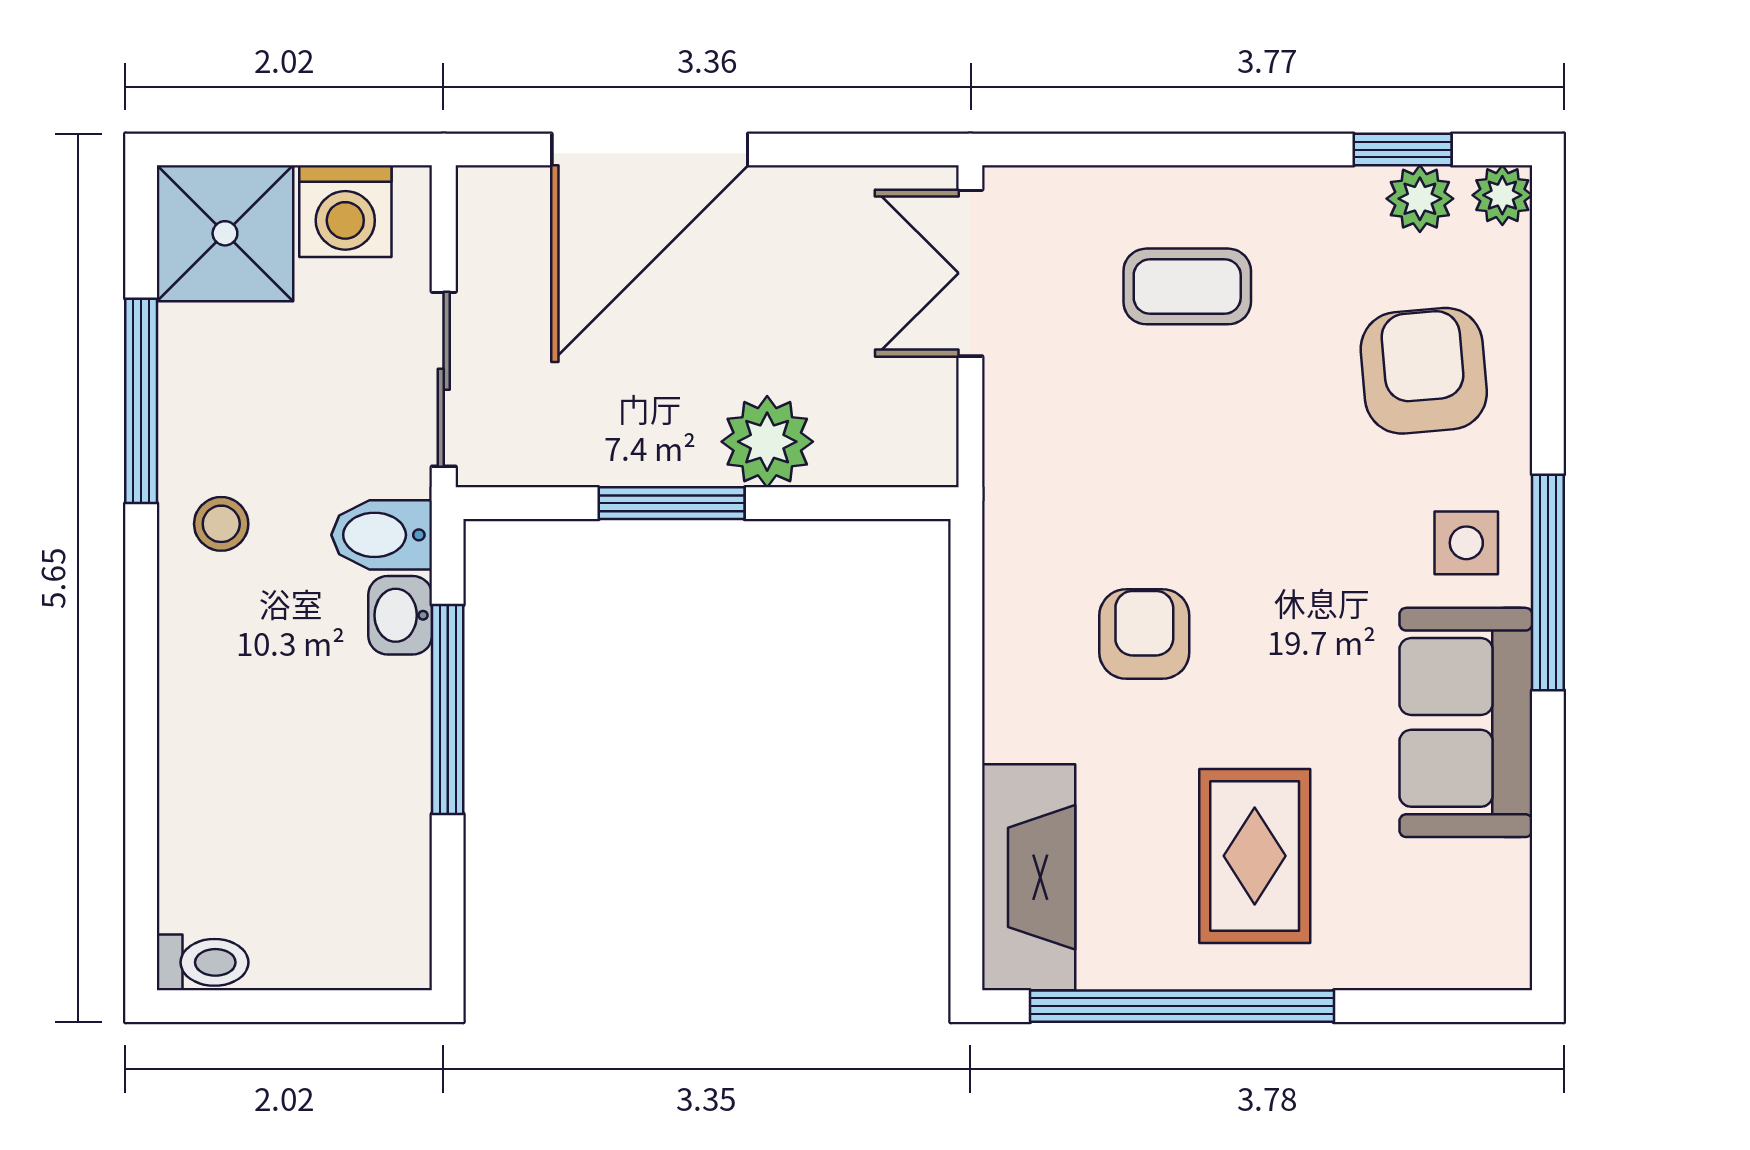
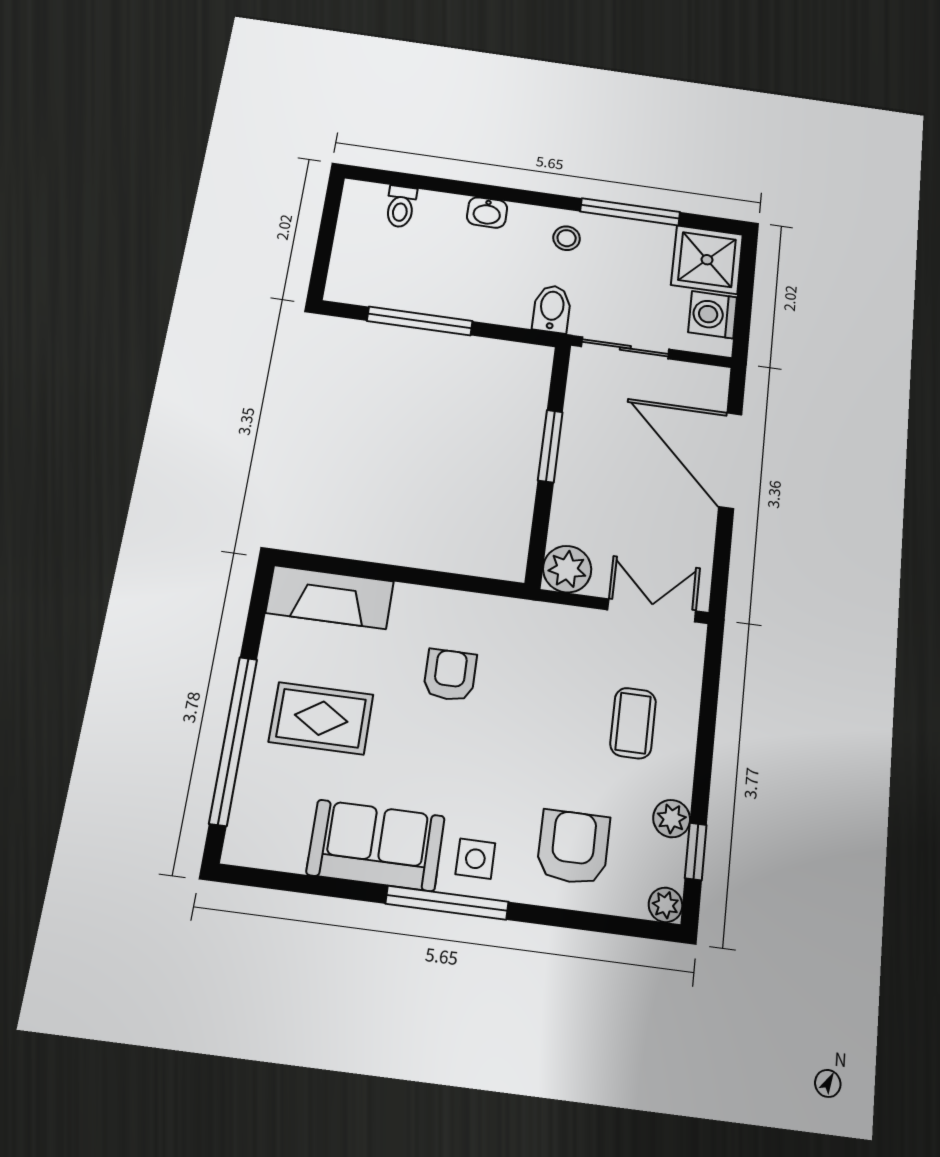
plant: (1420, 199) -> (672, 819), moved
armchair: (1424, 371) -> (573, 847), turned -85
plant: (767, 442) -> (567, 569), moved
washbasin: (400, 615) -> (487, 213), moved, turned 180
armchair: (1144, 634) -> (450, 675), turned -90
window: (448, 709) -> (420, 321), moved
toilet: (203, 962) -> (401, 207), moved
window: (1182, 1006) -> (233, 740), moved

